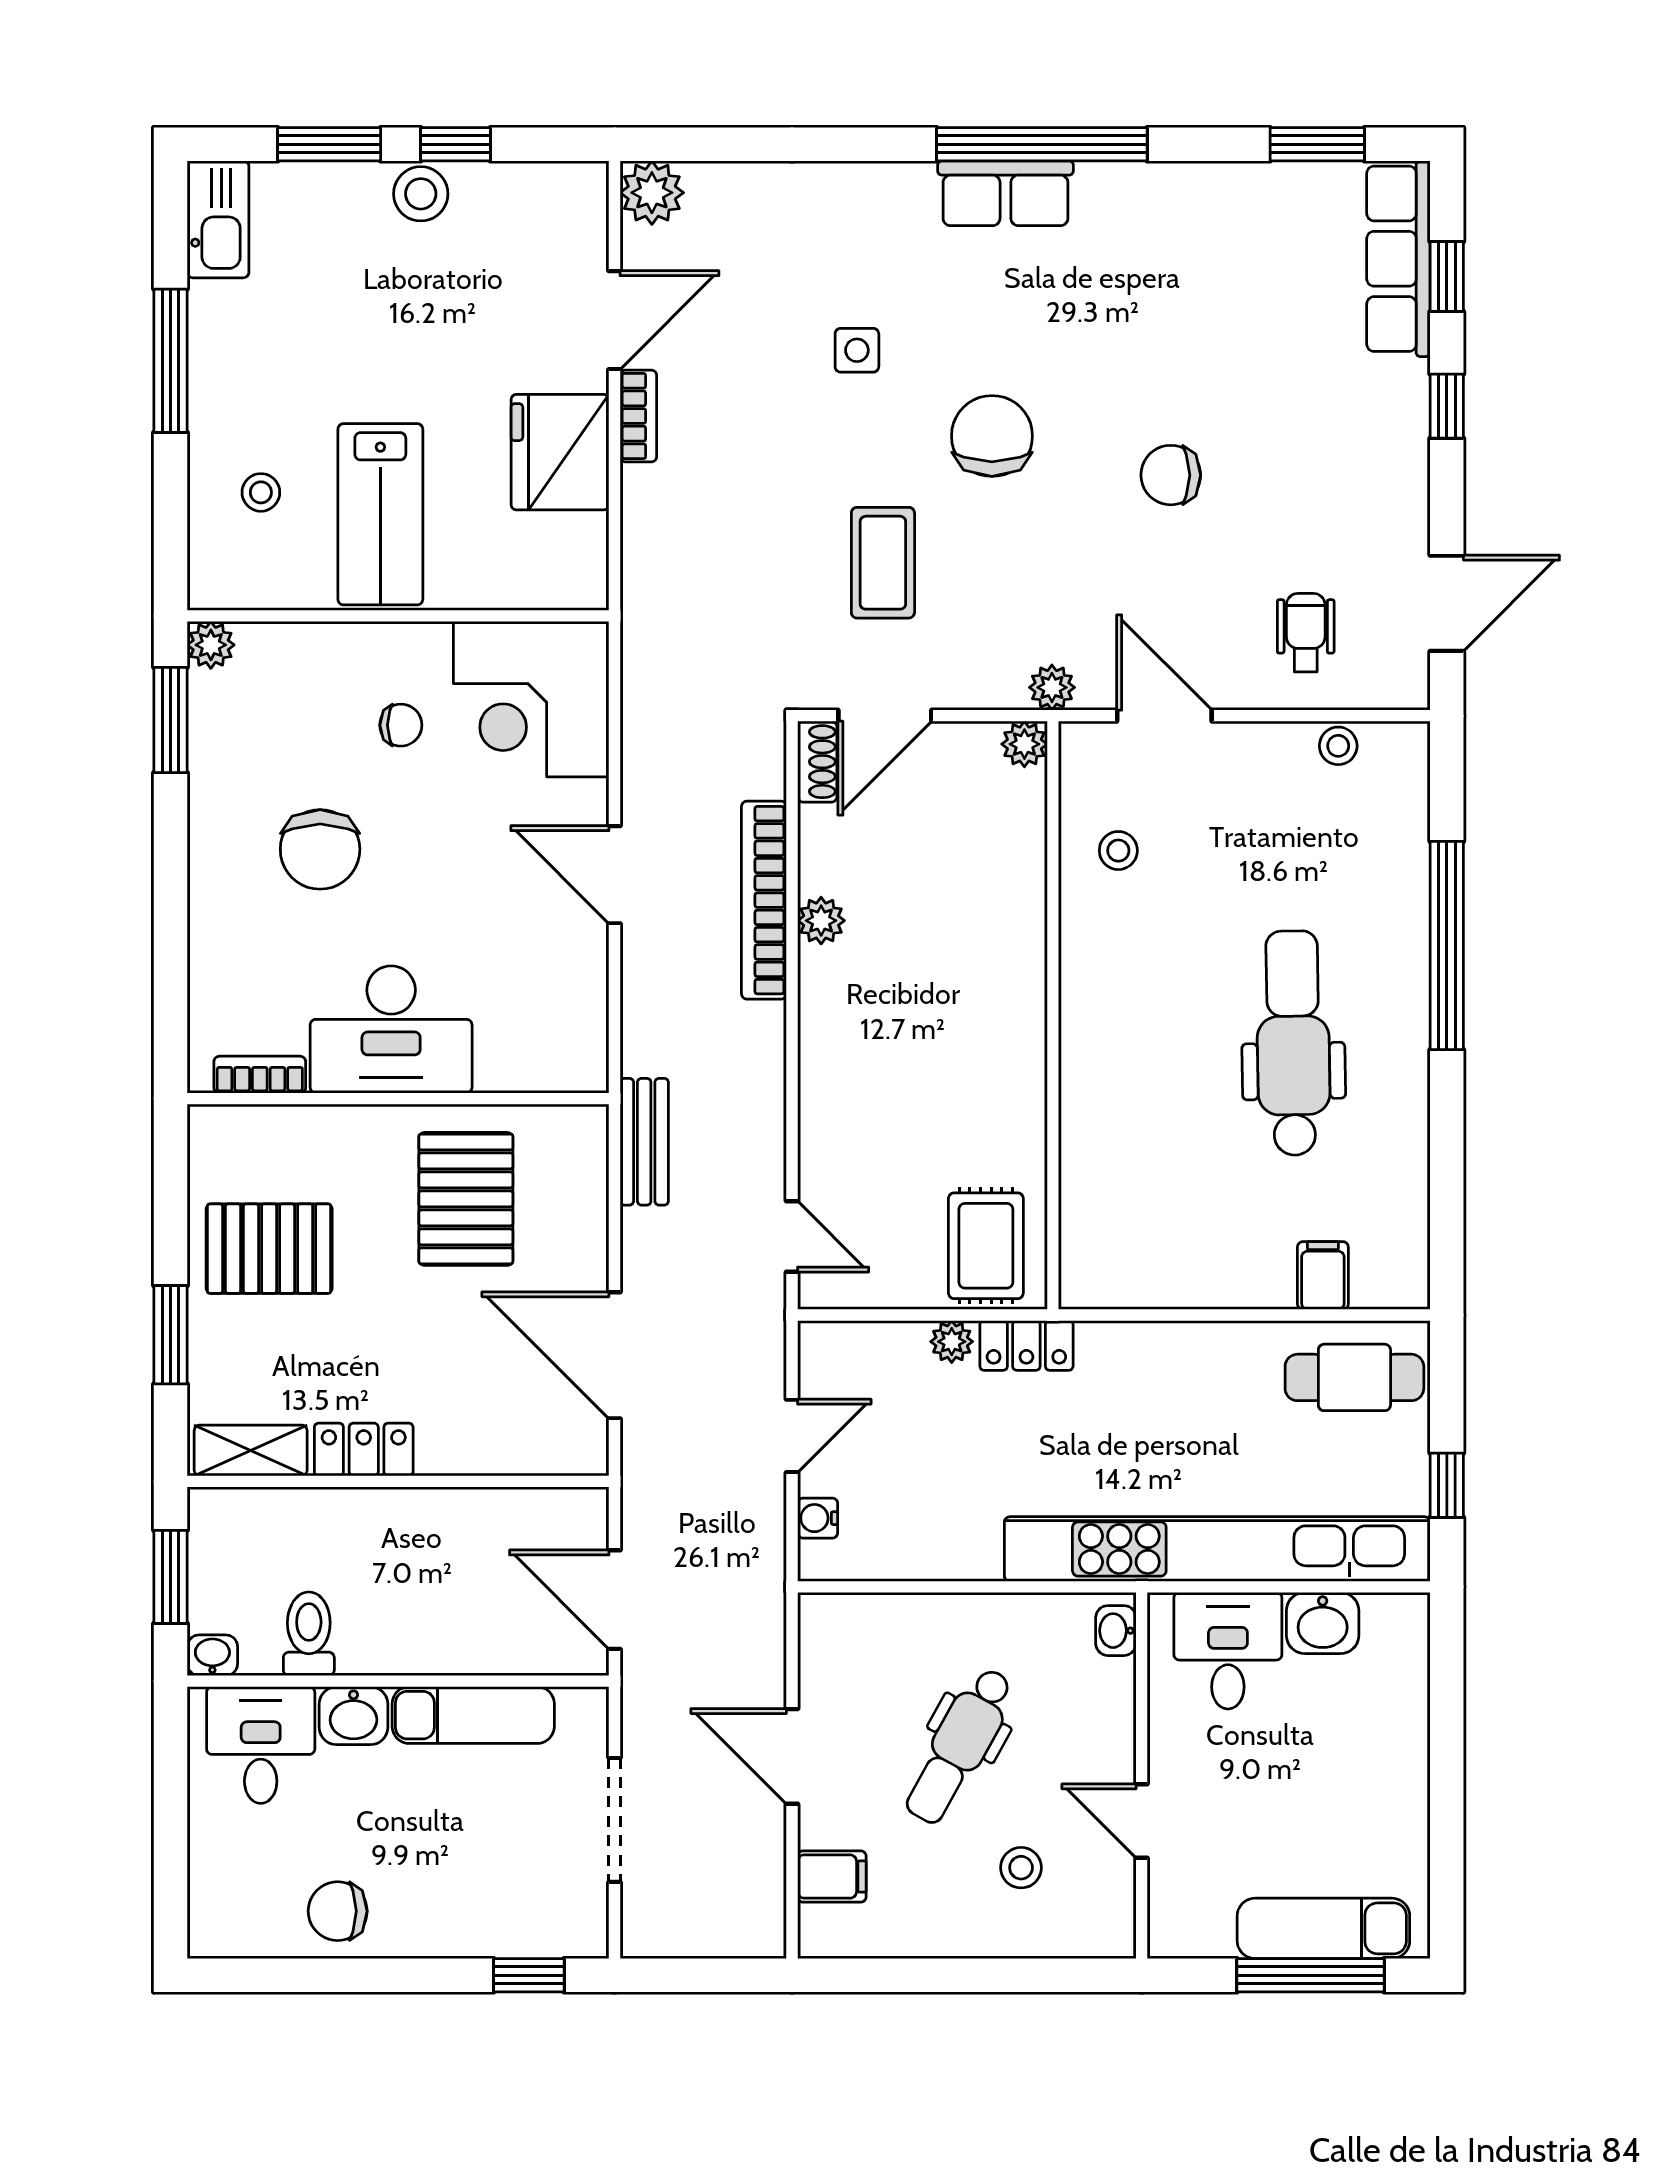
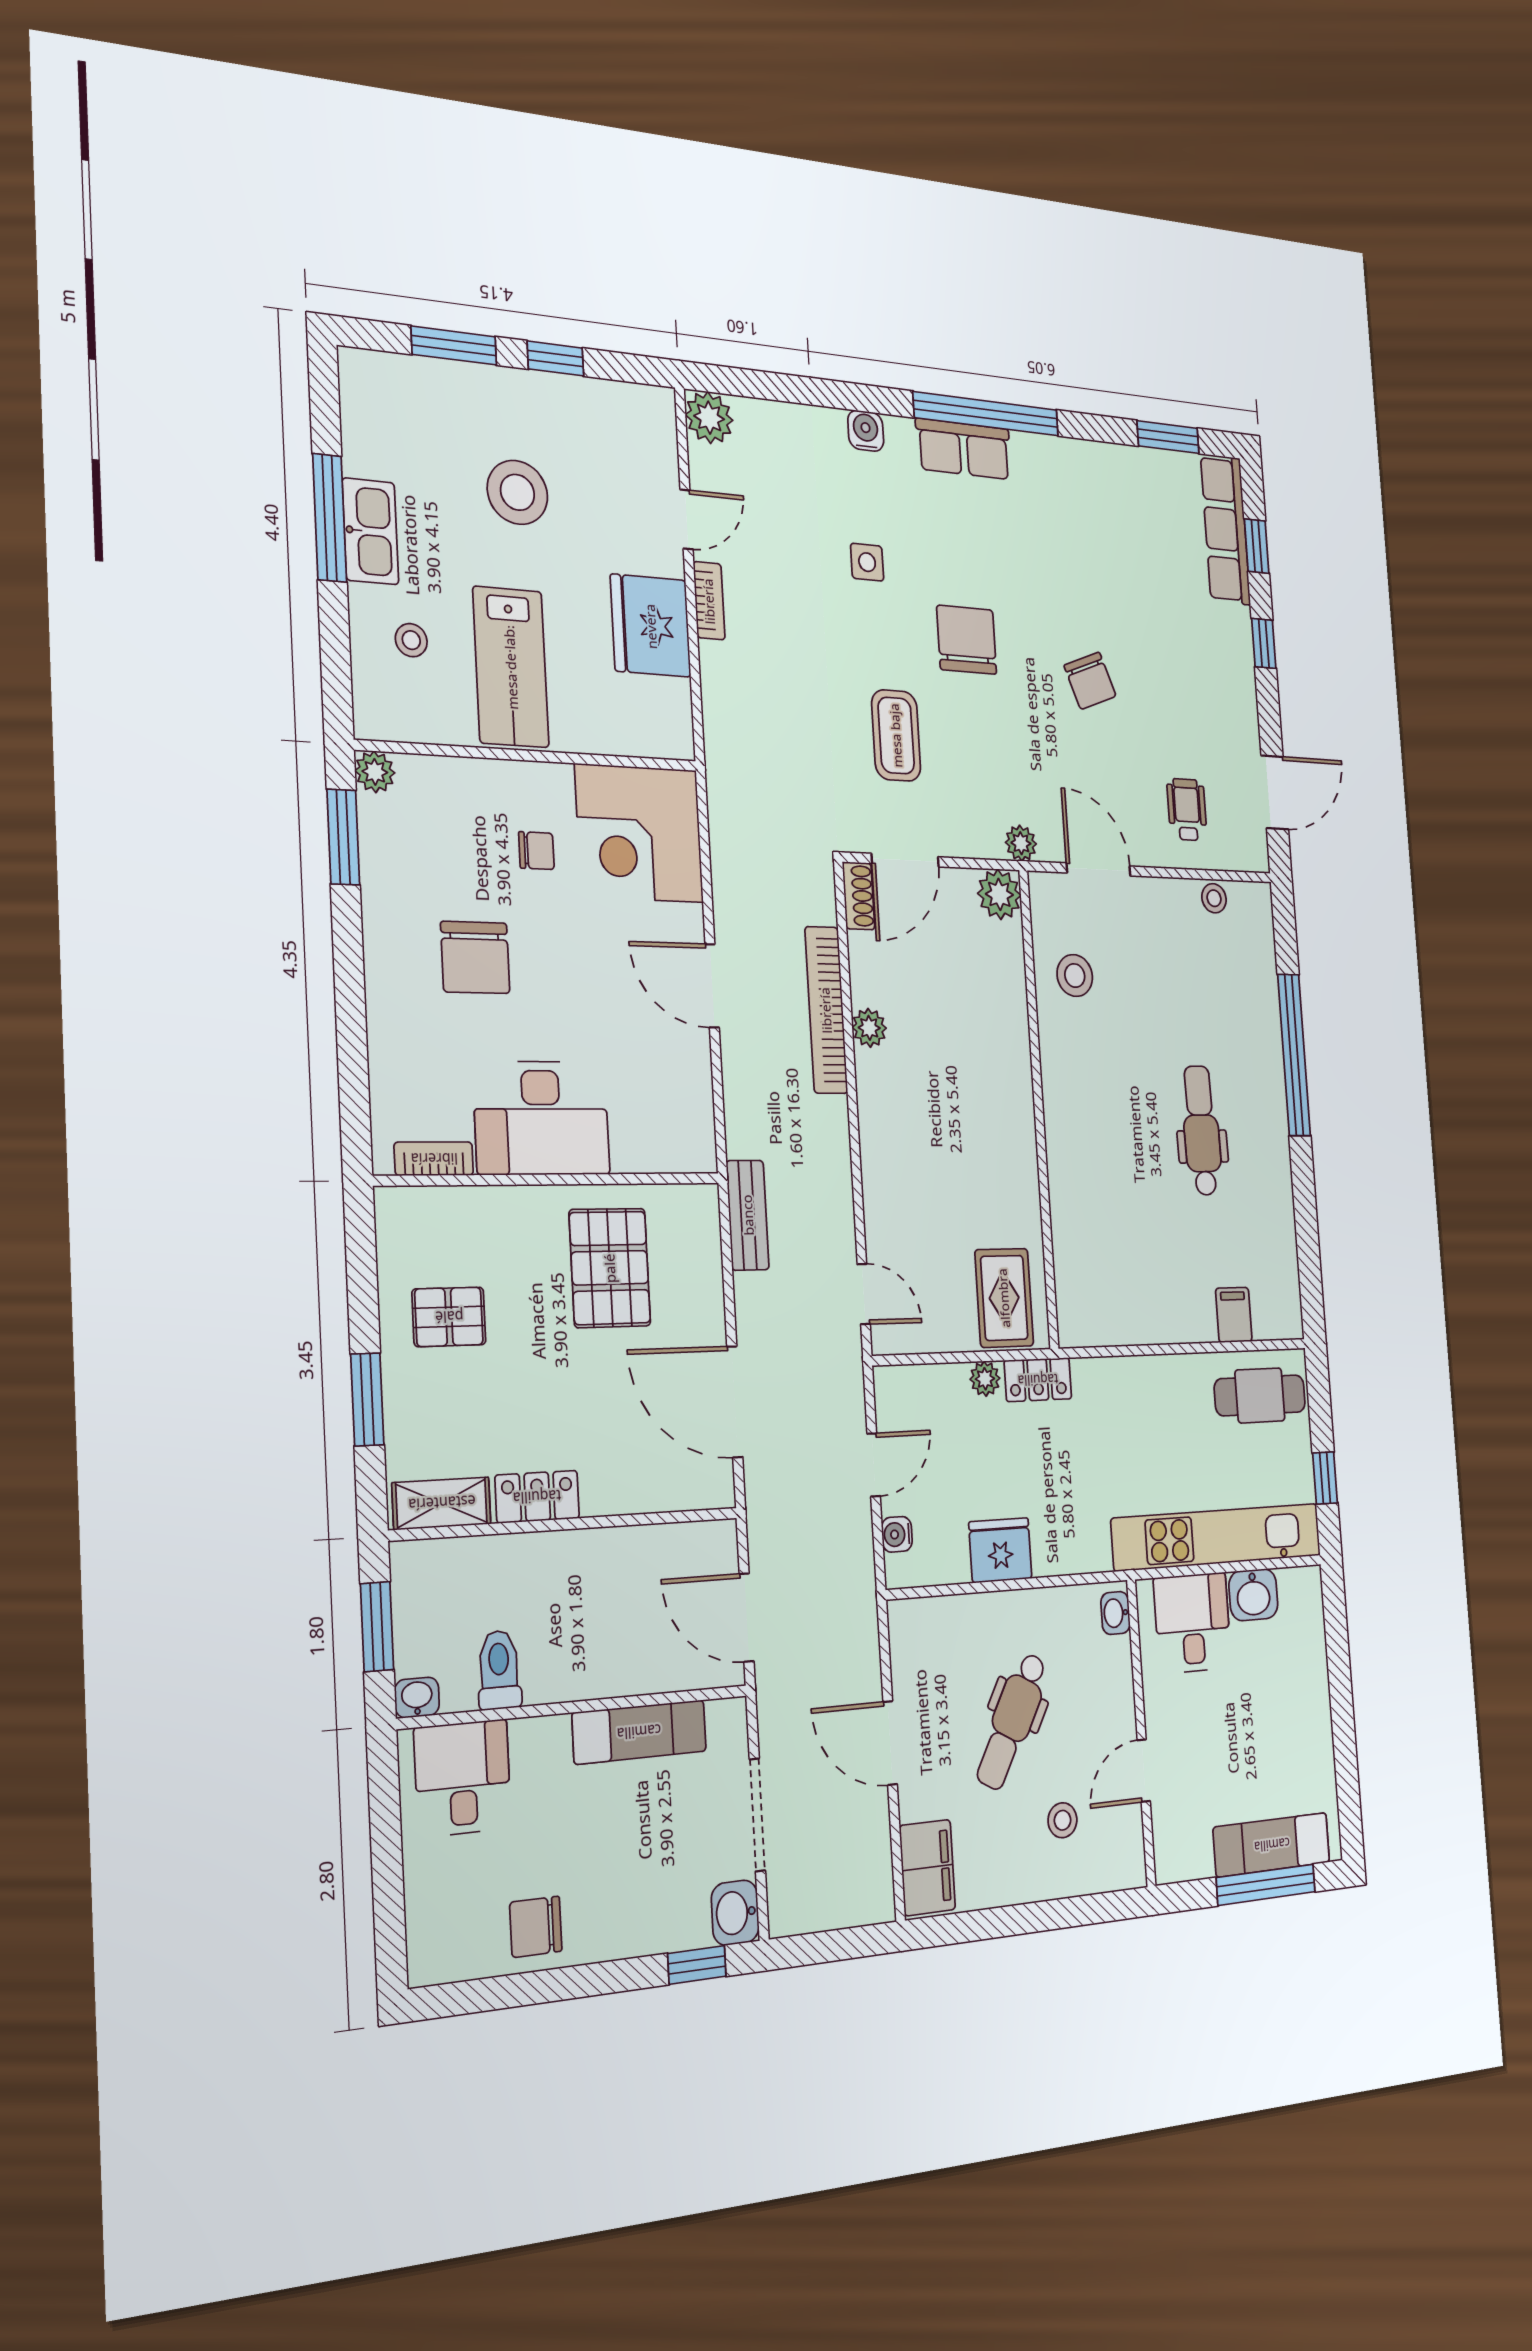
water cooler: (866, 185) -> (866, 431), added
stool: (421, 194) -> (517, 492), moved, width x1.38, depth x1.38
kitchen sink: (218, 219) -> (370, 531), moved
door: (614, 320) -> (687, 519), width x0.73
chair: (1171, 475) -> (1090, 681), turned -111
plant: (1024, 744) -> (999, 894), width x1.38, depth x1.38
stool: (1118, 851) -> (1075, 976), width x1.37, depth x1.37
dental chair: (1293, 1043) -> (1201, 1130), width x0.73, depth x0.72
pallet: (269, 1249) -> (449, 1317), width x0.67, depth x0.71
fridge: (958, 1545) -> (1000, 1550), added
kitchen unit: (1217, 1549) -> (1217, 1537), width x0.73
washbasin: (354, 1716) -> (735, 1913), moved, turned 90
door: (1142, 1821) -> (1144, 1771), hinge flipped
filing cabinet: (832, 1877) -> (927, 1868), width x2.00

